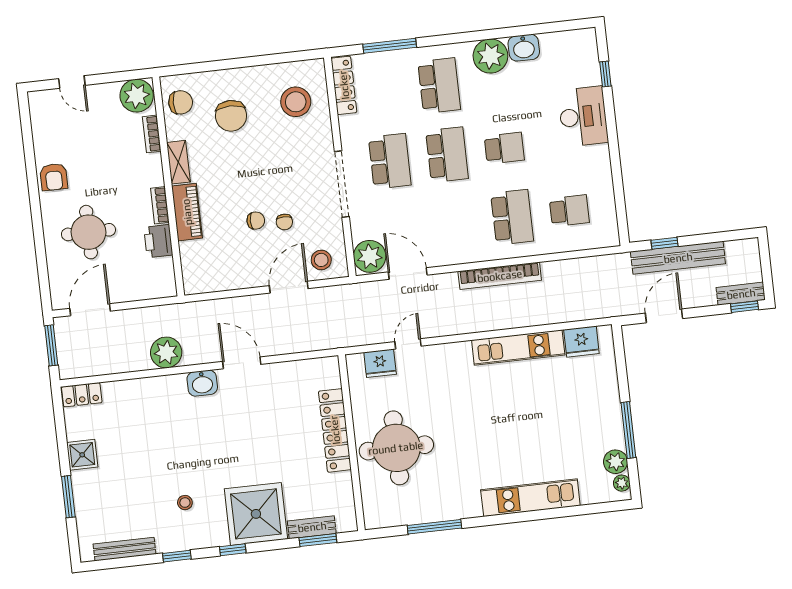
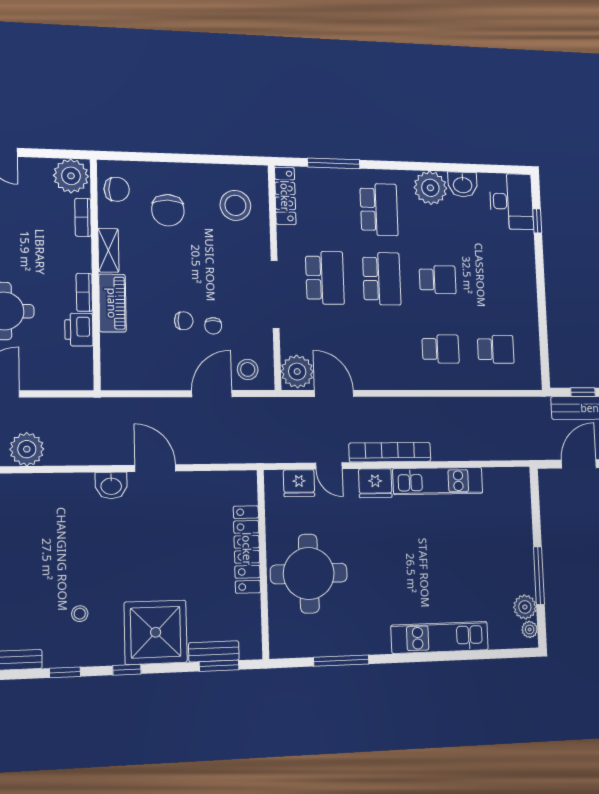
desk: (583, 116) -> (511, 201), moved
school desk: (512, 217) -> (441, 349), width x0.54
bookcase: (500, 276) -> (390, 452), moved, turned 180
fridge: (581, 342) -> (375, 483), moved
door: (408, 344) -> (329, 466), swing flipped
plant: (166, 352) -> (27, 449), moved

